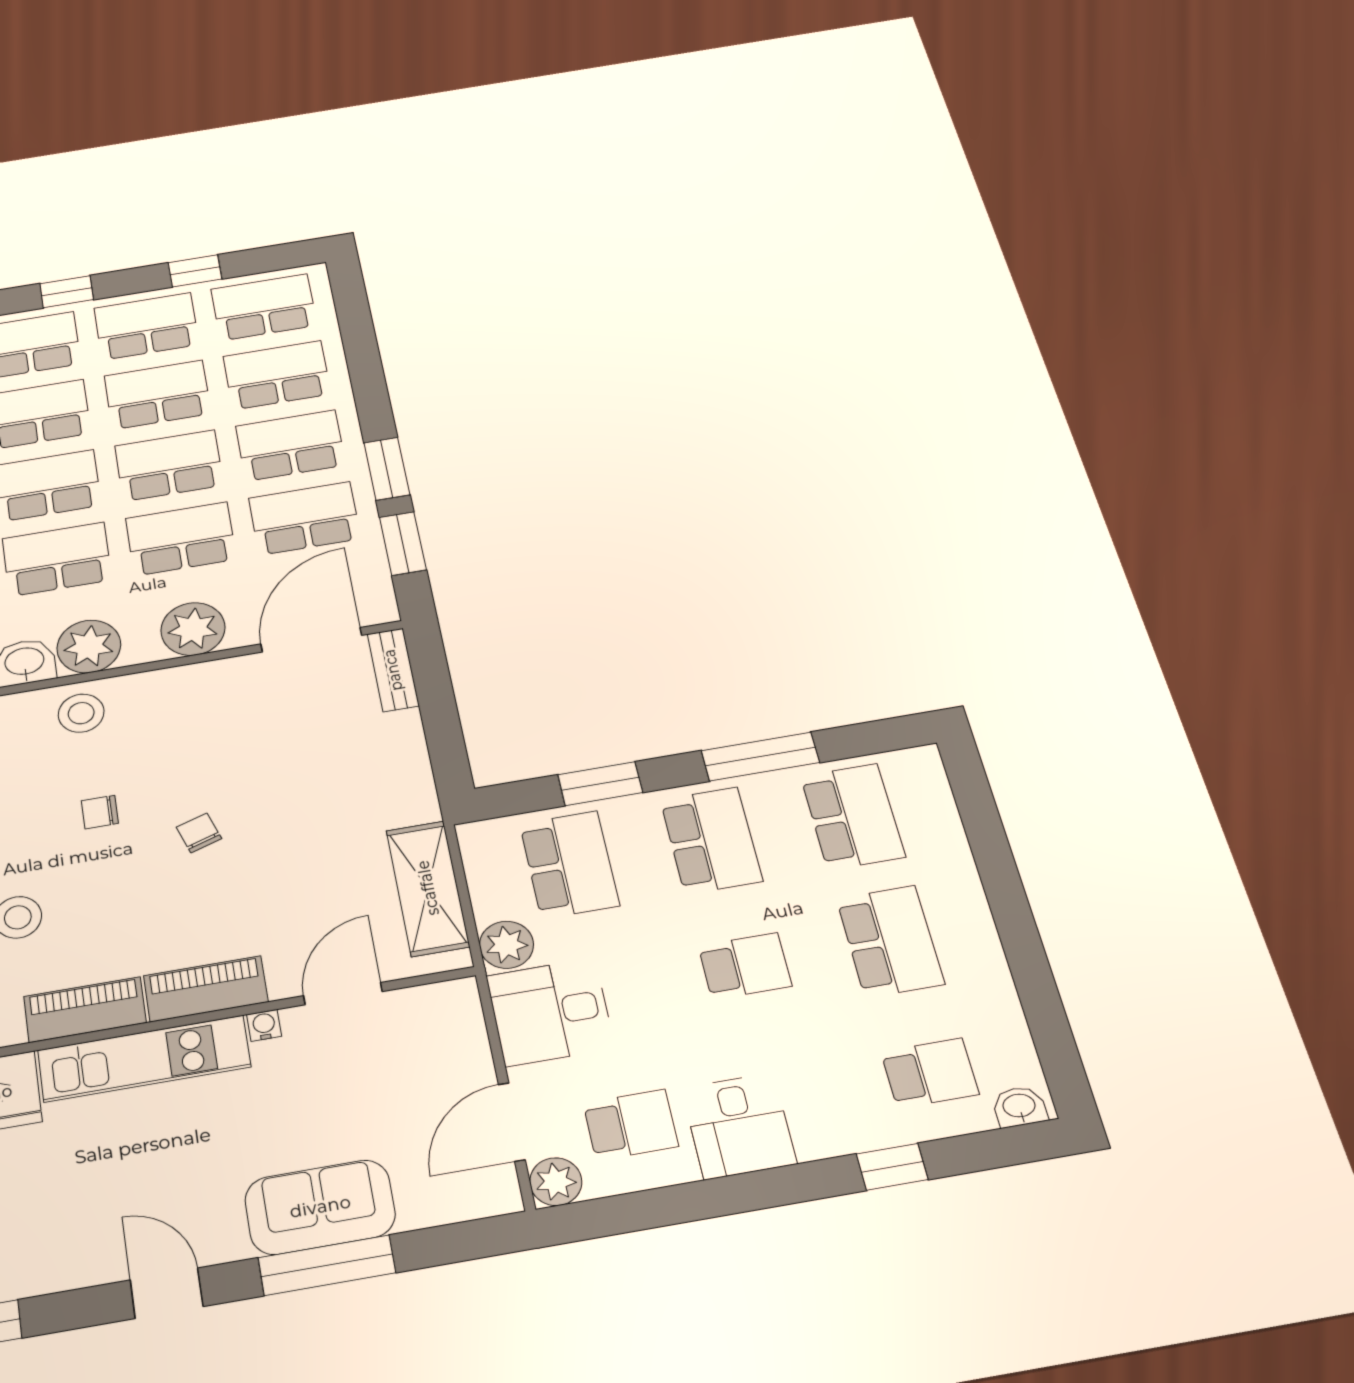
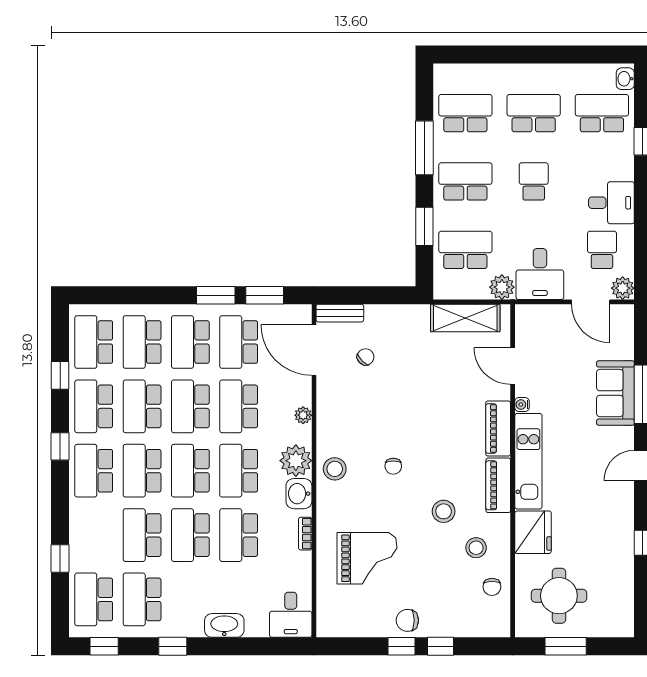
plant: (193, 629) -> (303, 415), width x0.53, depth x0.53
chair: (199, 833) -> (366, 357), moved, turned 153
school desk: (930, 1073) -> (602, 113), width x1.85

